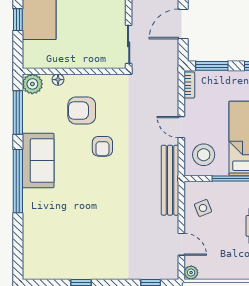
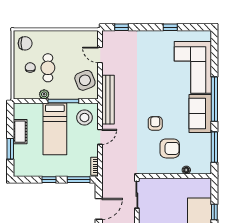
plant: (32, 84) -> (204, 167), removed
door: (181, 127) -> (100, 137), hinge flipped
side table: (203, 208) -> (85, 80), width x1.87, depth x1.87
corner sofa: (49, 226) -> (193, 67), added
plant: (191, 273) -> (93, 35), removed

